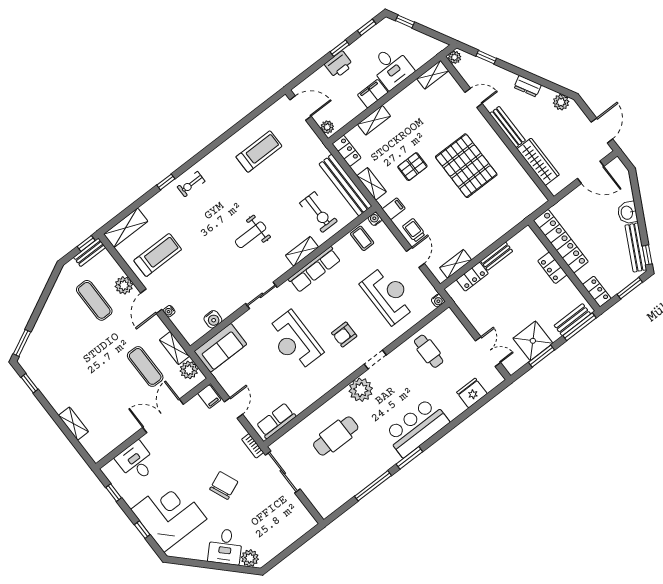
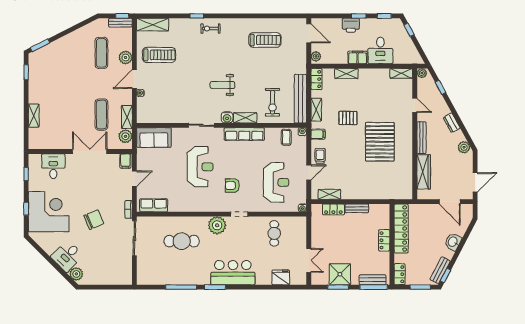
bench: (636, 247) -> (440, 270), width x0.73
water cooler: (213, 319) -> (227, 117), moved
reception desk: (294, 341) -> (200, 167), turned 180

